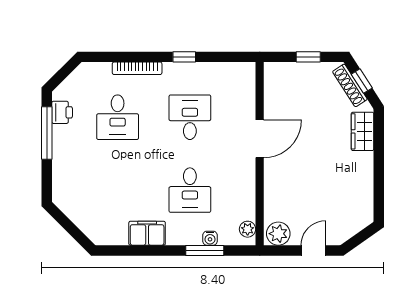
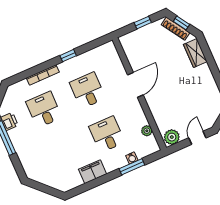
desk: (118, 117) -> (44, 110), turned 180
desk: (190, 190) -> (107, 134), turned 180
plant: (248, 229) -> (147, 131), moved

